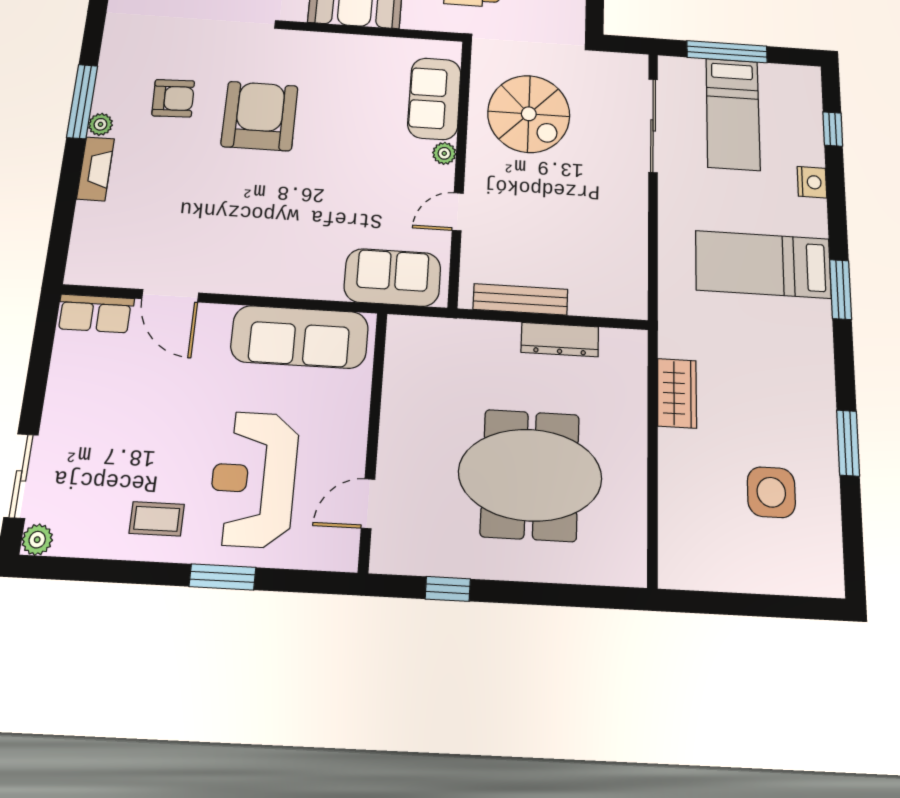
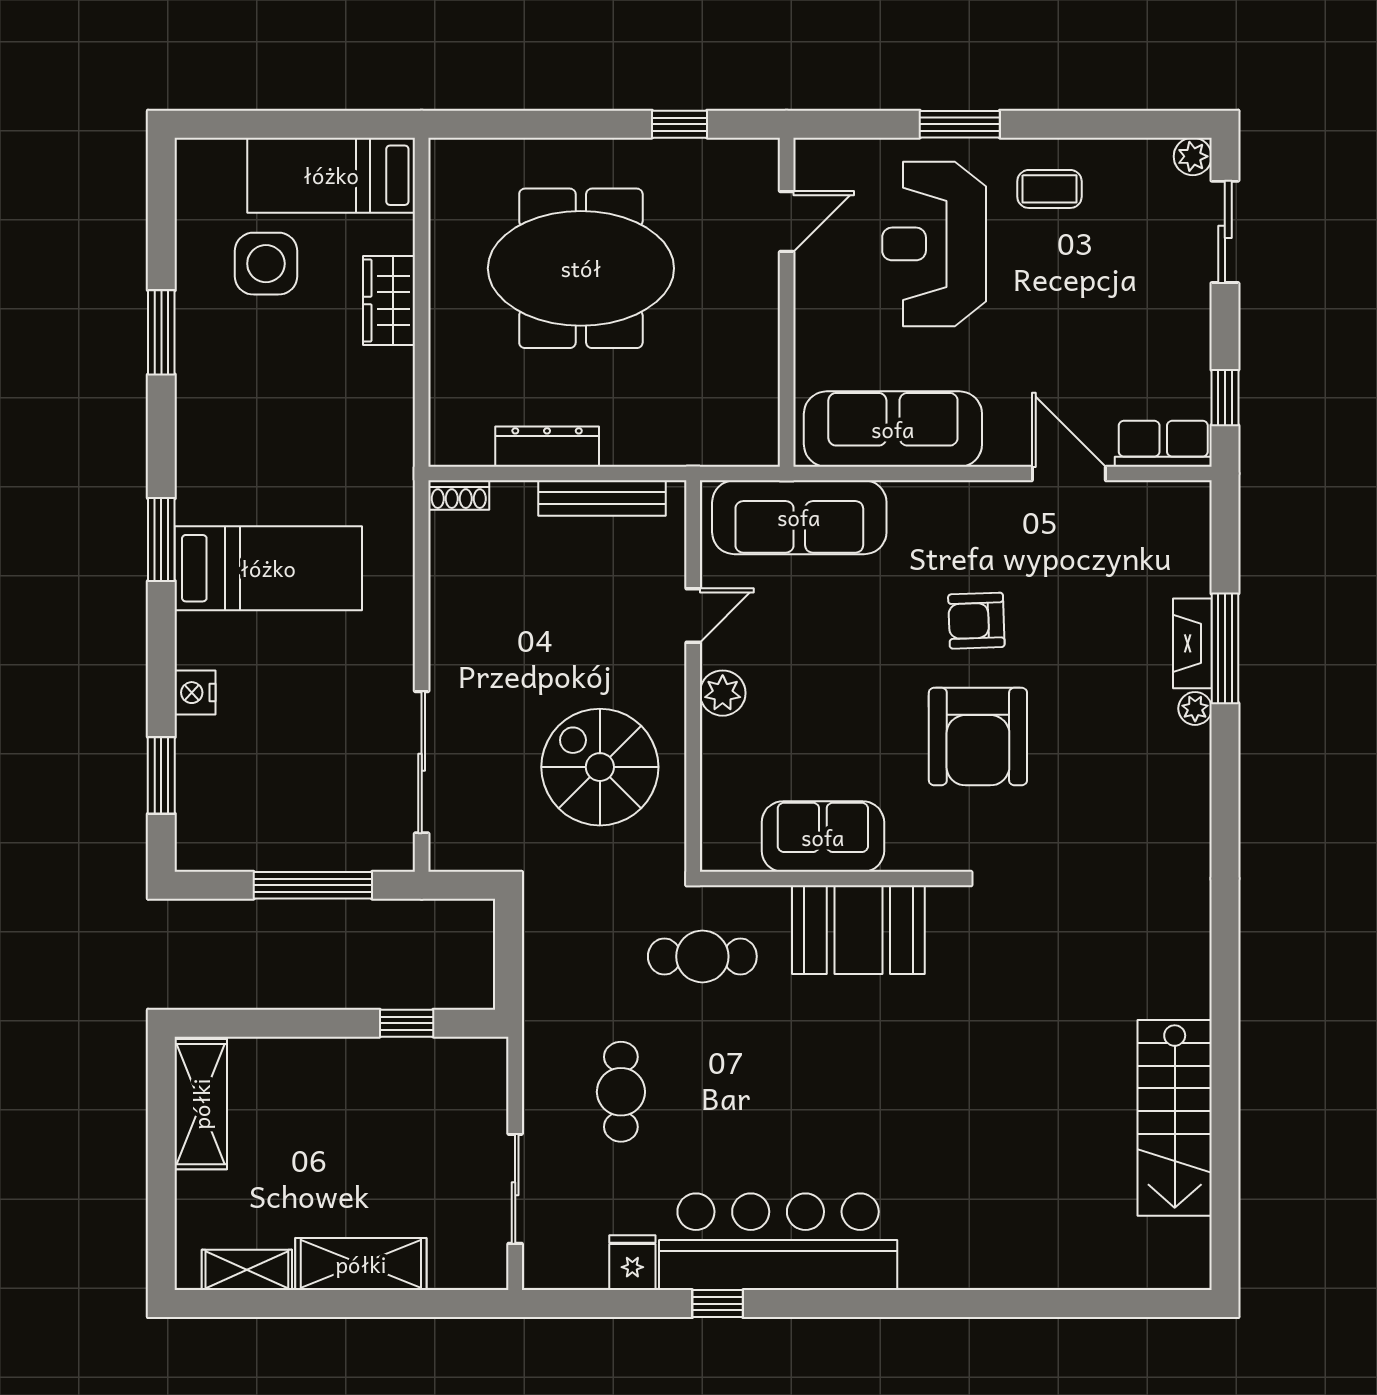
armchair: (173, 98) -> (976, 621), moved
sofa: (434, 99) -> (823, 837), moved, turned -90
window: (82, 101) -> (1225, 648), moved
bed: (733, 114) -> (331, 175), moved, turned -90
window: (833, 129) -> (161, 775), width x1.50
plant: (444, 153) -> (723, 693), width x1.38, depth x1.38
sofa: (392, 277) -> (799, 517), width x1.36
shoe rack: (626, 308) -> (459, 495), added
window: (42, 346) -> (1225, 398), added
wardrobe: (677, 393) -> (389, 300), moved
reception desk: (254, 479) -> (934, 244), turned 180

